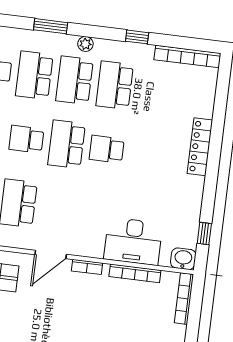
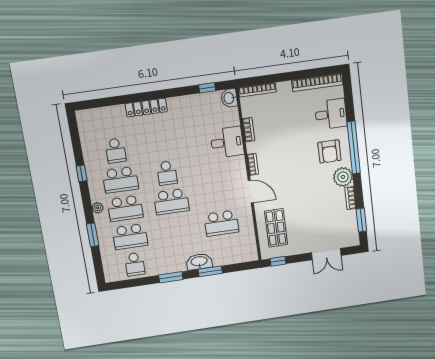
bookcase: (187, 57) -> (84, 134), removed
school desk: (26, 139) -> (116, 151), moved
desk: (133, 241) -> (227, 142), width x0.73
bookcase: (135, 273) -> (249, 130), width x0.64

